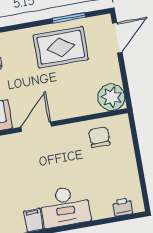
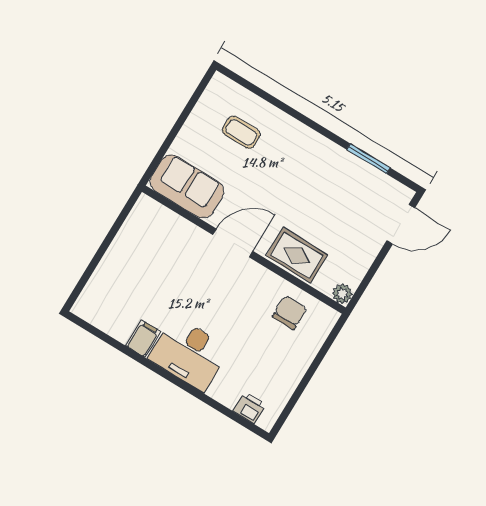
rug: (61, 47) -> (297, 255), moved, width x0.73, depth x0.70
plant: (111, 97) -> (342, 294), width x0.53, depth x0.53

